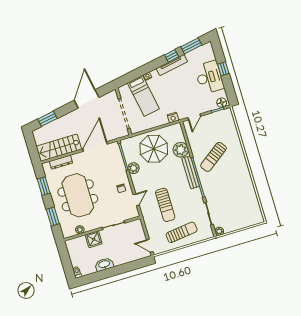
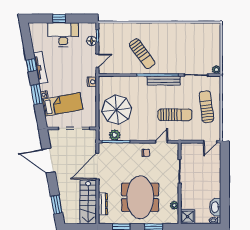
window: (191, 46) -> (37, 94), moved
floor lamp: (222, 103) -> (92, 41), moved
door: (194, 117) -> (97, 61), hinge flipped
door: (95, 146) -> (97, 166), hinge flipped
plant: (181, 150) -> (126, 84), removed
plant: (134, 168) -> (115, 135), moved
bench: (191, 172) -> (164, 81), moved
meeting table: (78, 195) -> (140, 197), turned 90
door: (136, 200) -> (162, 142), hinge flipped
shower: (94, 239) -> (188, 217), moved
washbasin: (104, 264) -> (215, 207), moved

